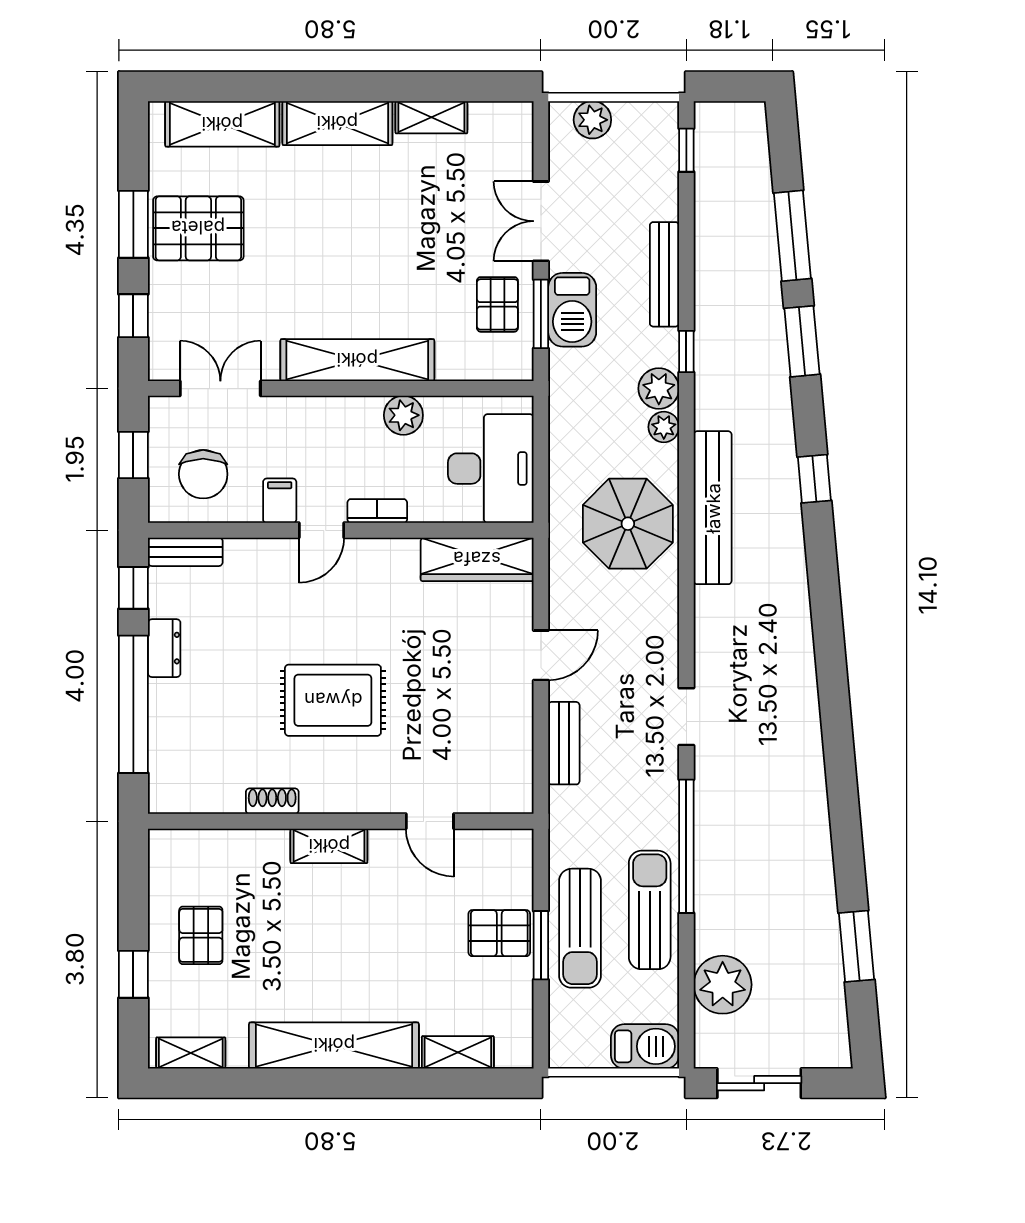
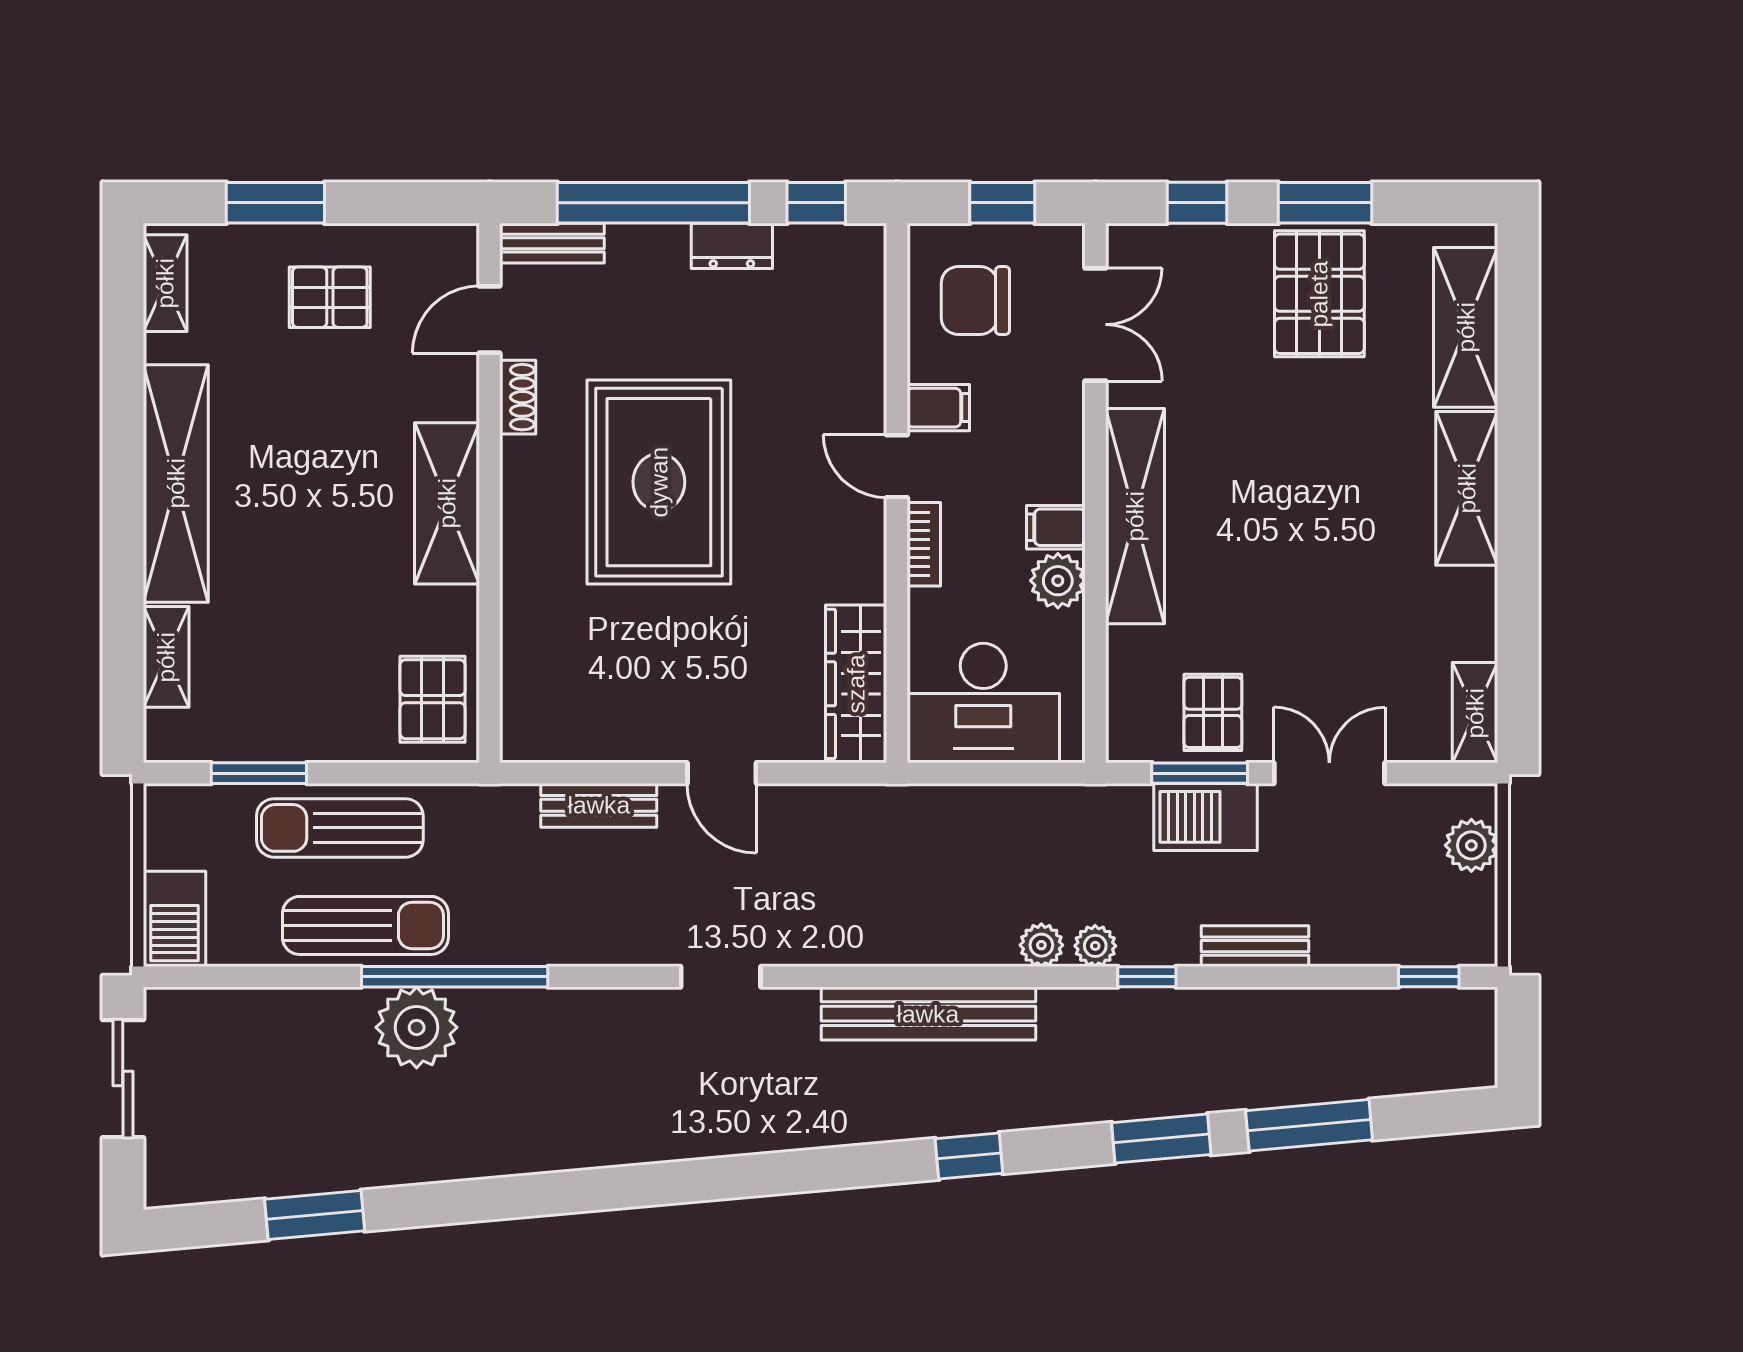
shelving: (431, 117) -> (1475, 713), moved
bench: (664, 274) -> (1255, 946), width x0.73
pallet: (497, 304) -> (1213, 712), turned 90
plant: (659, 388) -> (1095, 946), width x0.73, depth x0.73
filing cabinet: (365, 417) -> (1056, 527), added
parasol: (628, 524) -> (906, 895), removed
bench: (185, 552) -> (552, 243), moved, turned 90
rug: (333, 700) -> (659, 482), width x1.37, depth x1.44
doorway: (686, 717) -> (721, 977), moved
door: (430, 821) -> (490, 320), moved
shelving: (329, 846) -> (447, 503), width x1.50, depth x1.33
pallet: (499, 933) -> (433, 699), moved
window: (541, 945) -> (259, 773), moved
window: (133, 974) -> (275, 203), width x1.50
plant: (723, 985) -> (417, 1027), moved

